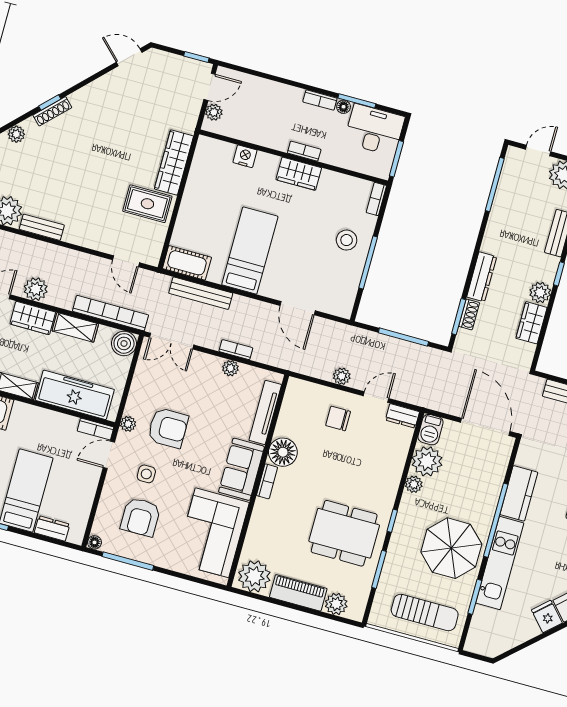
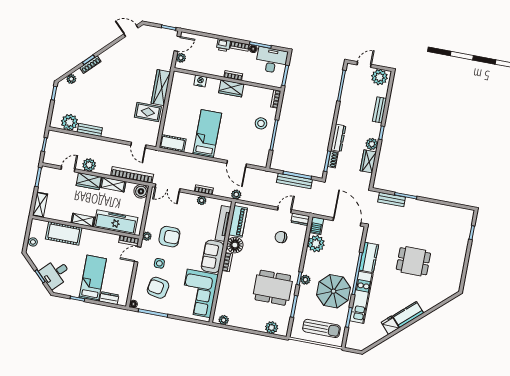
printer: (291, 96) -> (223, 45), added
bench: (201, 293) -> (294, 181), moved
plant: (342, 376) -> (236, 194), moved
chair: (338, 418) -> (281, 237), moved
plant: (414, 484) -> (305, 280), moved
armchair: (140, 517) -> (158, 288), turned 101
plant: (254, 576) -> (224, 320), width x0.53, depth x0.53
piano: (298, 593) -> (238, 221), moved, turned 90

